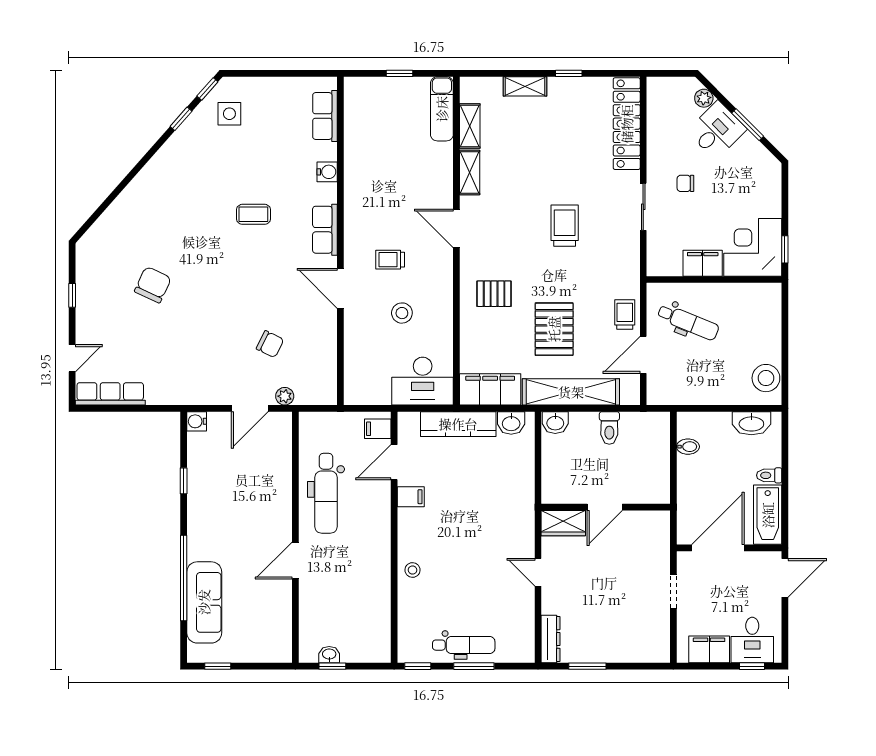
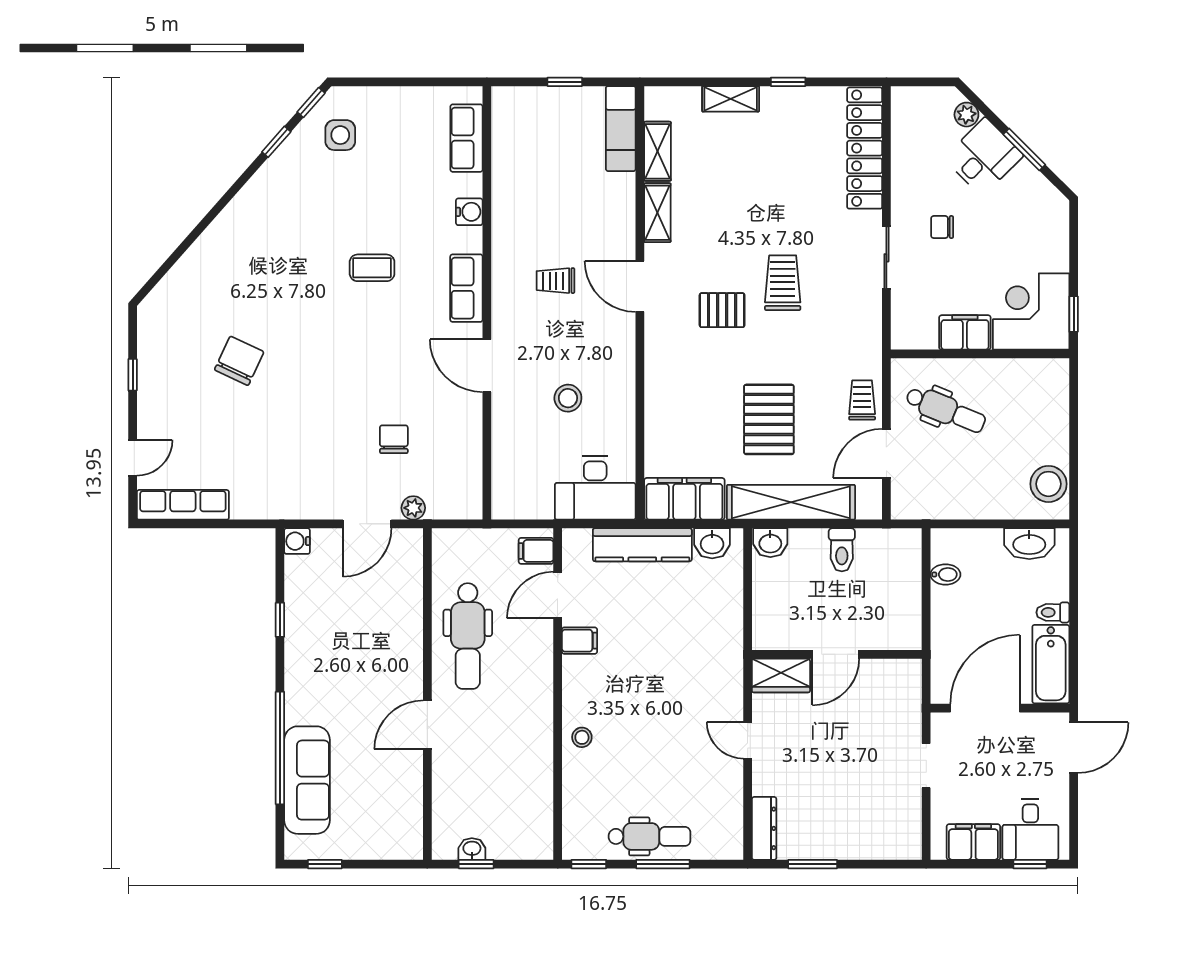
trolley: (390, 260) -> (555, 281), moved
pallet: (494, 294) -> (722, 310), moved
chair: (270, 344) -> (394, 439), turned -116

